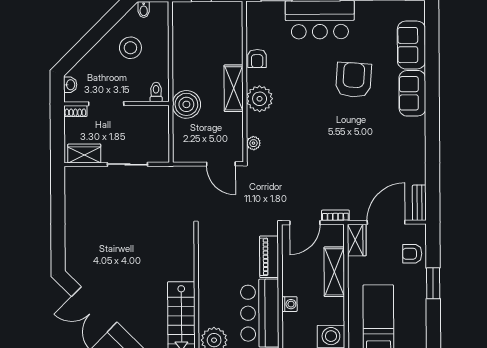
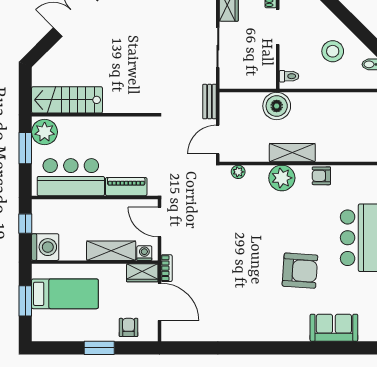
sofa: (412, 93) -> (286, 328), removed
bench: (419, 203) -> (210, 102), moved, turned 90
bookcase: (335, 215) -> (167, 268), moved
washing machine: (289, 304) -> (144, 253), moved, turned 180

